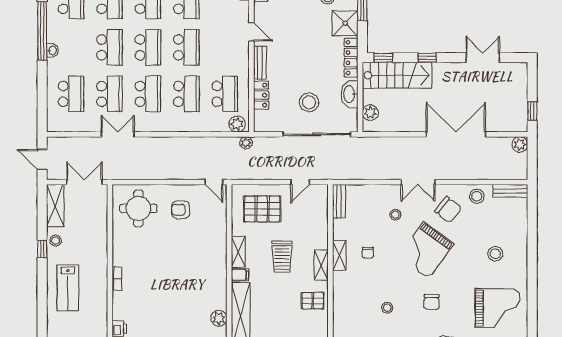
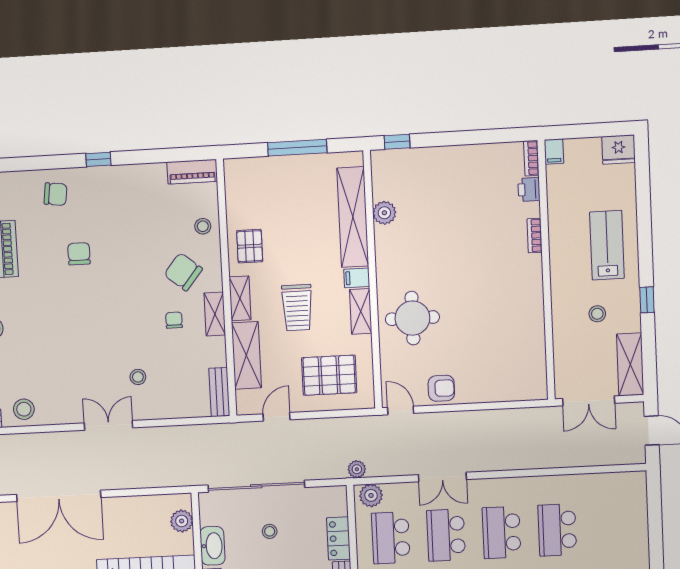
school desk: (71, 94) -> (613, 527), removed
stool: (309, 102) -> (270, 531), width x0.53, depth x0.53
double door: (118, 134) -> (442, 477), moved
round table: (138, 208) -> (412, 318), moved
armchair: (181, 210) -> (441, 388), moved
chair: (448, 210) -> (183, 272), moved
shelving: (319, 226) -> (246, 355), added
stool: (55, 241) -> (597, 314), moved
grand piano: (426, 250) -> (91, 328), removed
trolley: (282, 257) -> (297, 308), turned 180
bookcase: (117, 278) -> (535, 236), moved
pallet: (313, 301) -> (250, 246), turned 90
stool: (387, 308) -> (203, 226), moved

